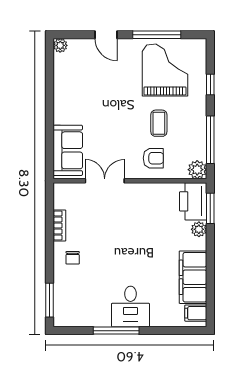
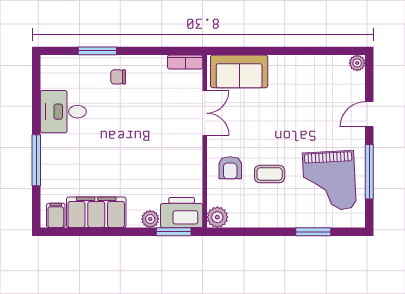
grand piano: (165, 70) -> (329, 181), turned 87
window: (210, 84) -> (313, 232), width x1.50
window: (210, 140) -> (251, 232), removed
bookcase: (59, 225) -> (185, 62), moved
window: (50, 300) -> (97, 51), moved
desk: (130, 306) -> (63, 112), moved
window: (116, 331) -> (36, 160), moved

